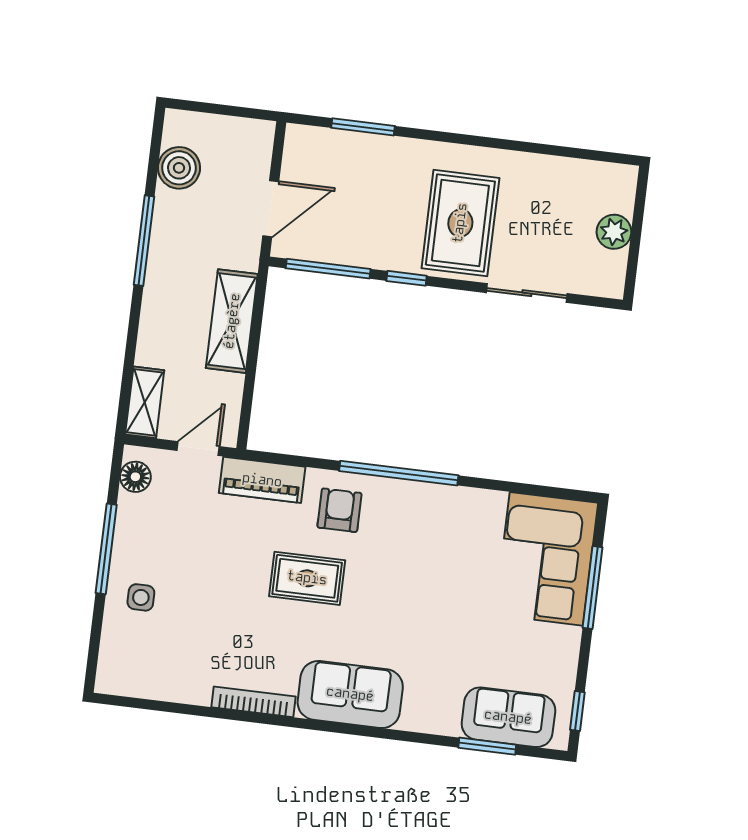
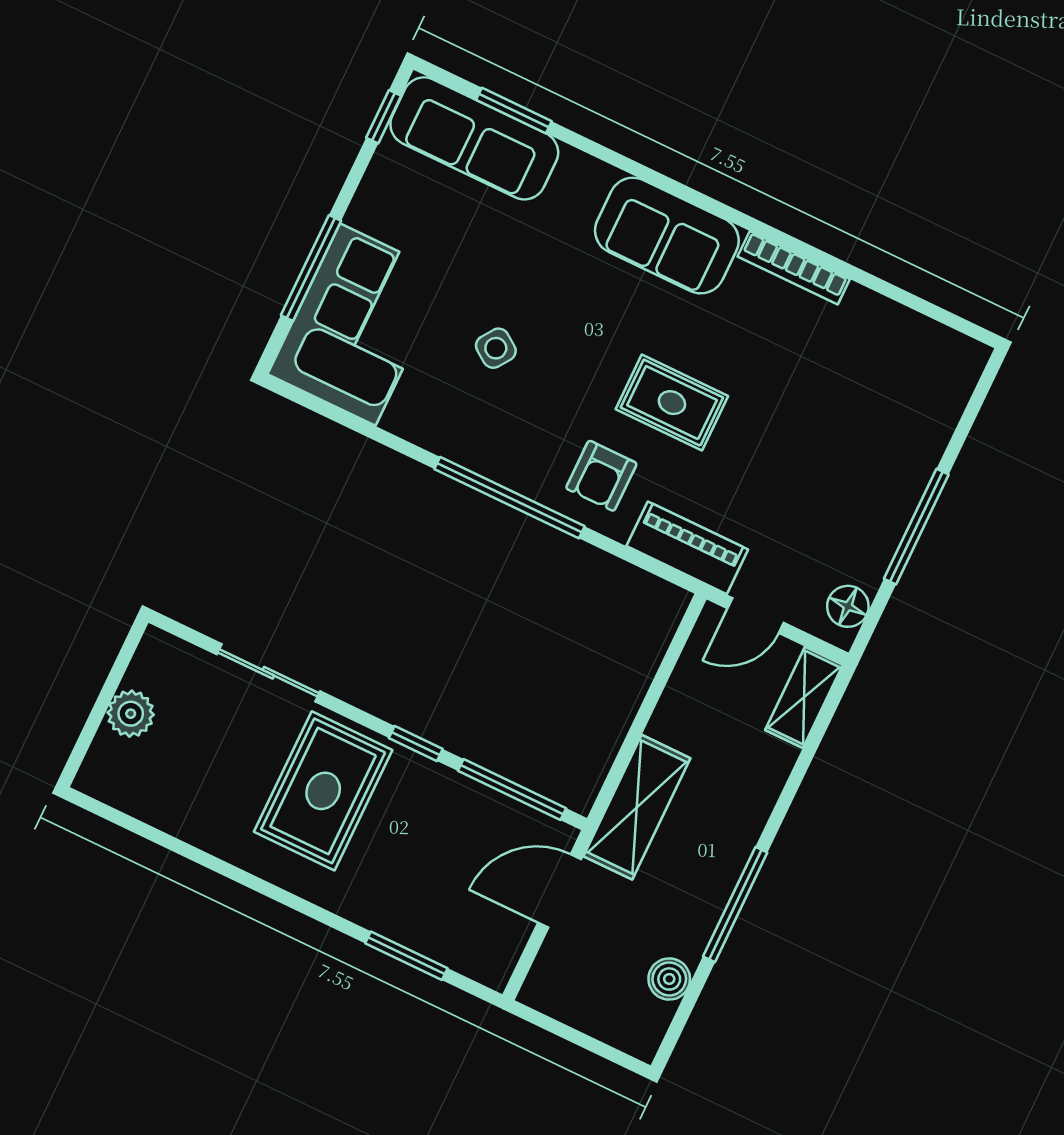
boiler: (179, 168) -> (669, 979), width x0.73, depth x0.73
shelving: (232, 321) -> (637, 807), moved
side table: (141, 597) -> (496, 348), moved, turned 35
sofa: (508, 717) -> (474, 138), width x1.36

